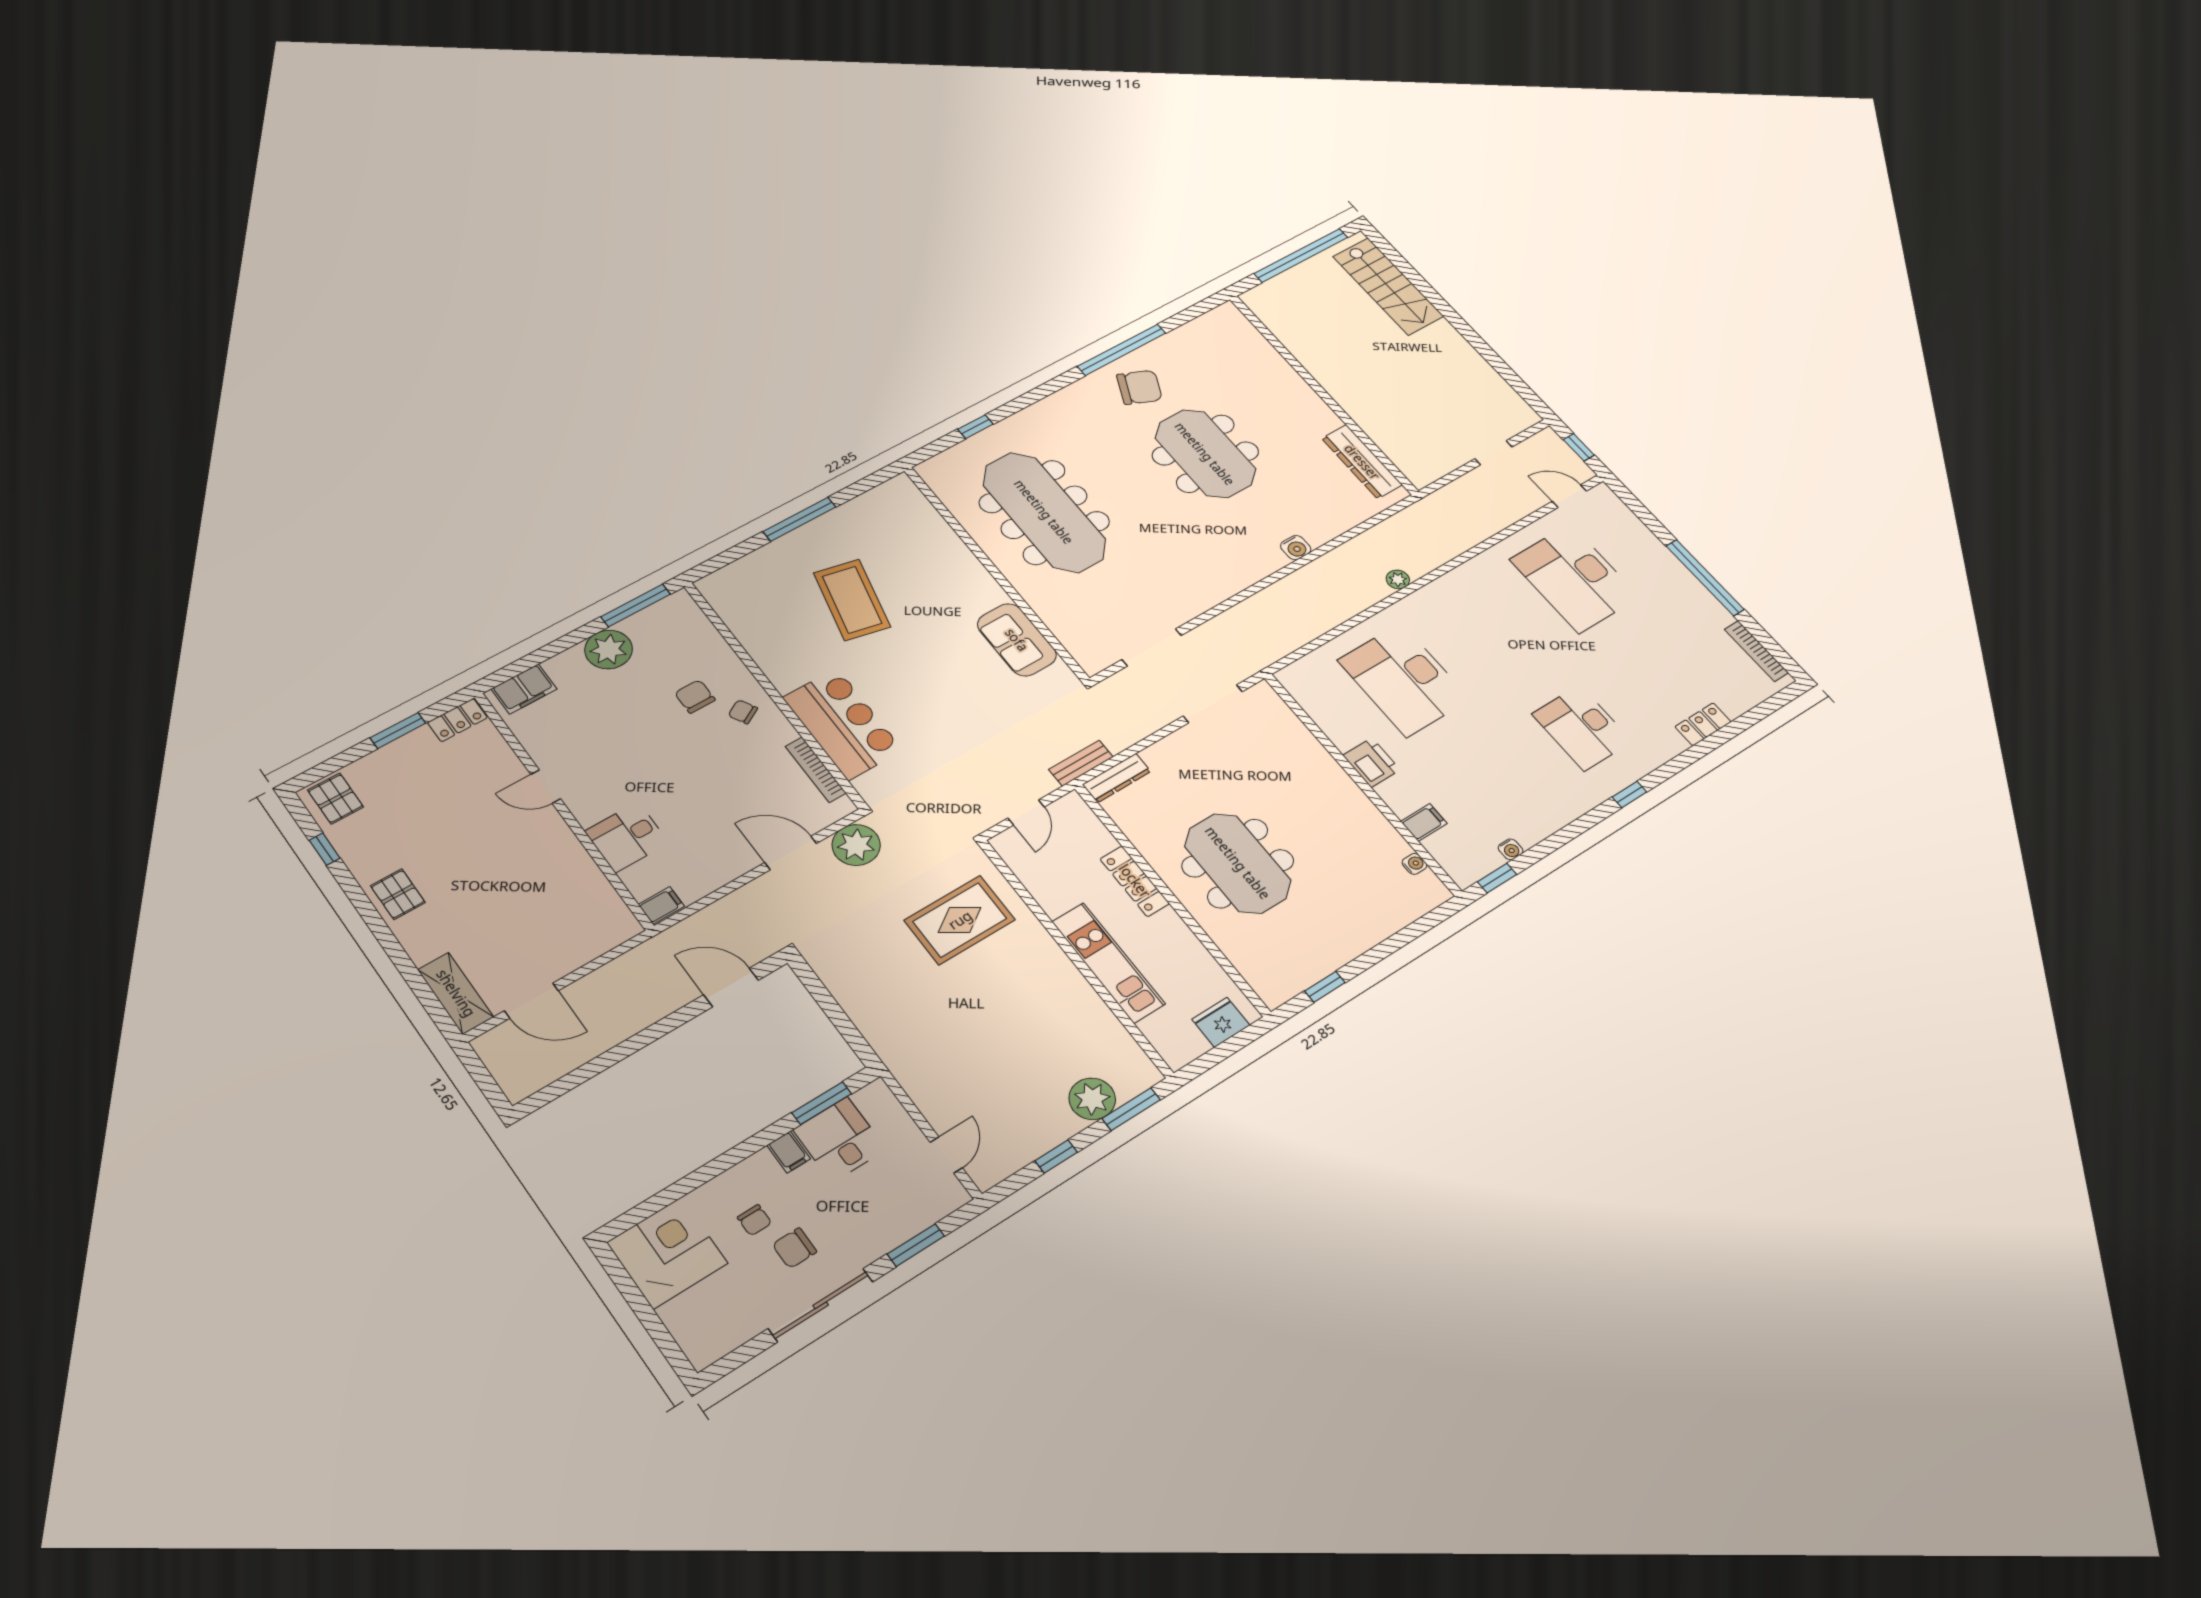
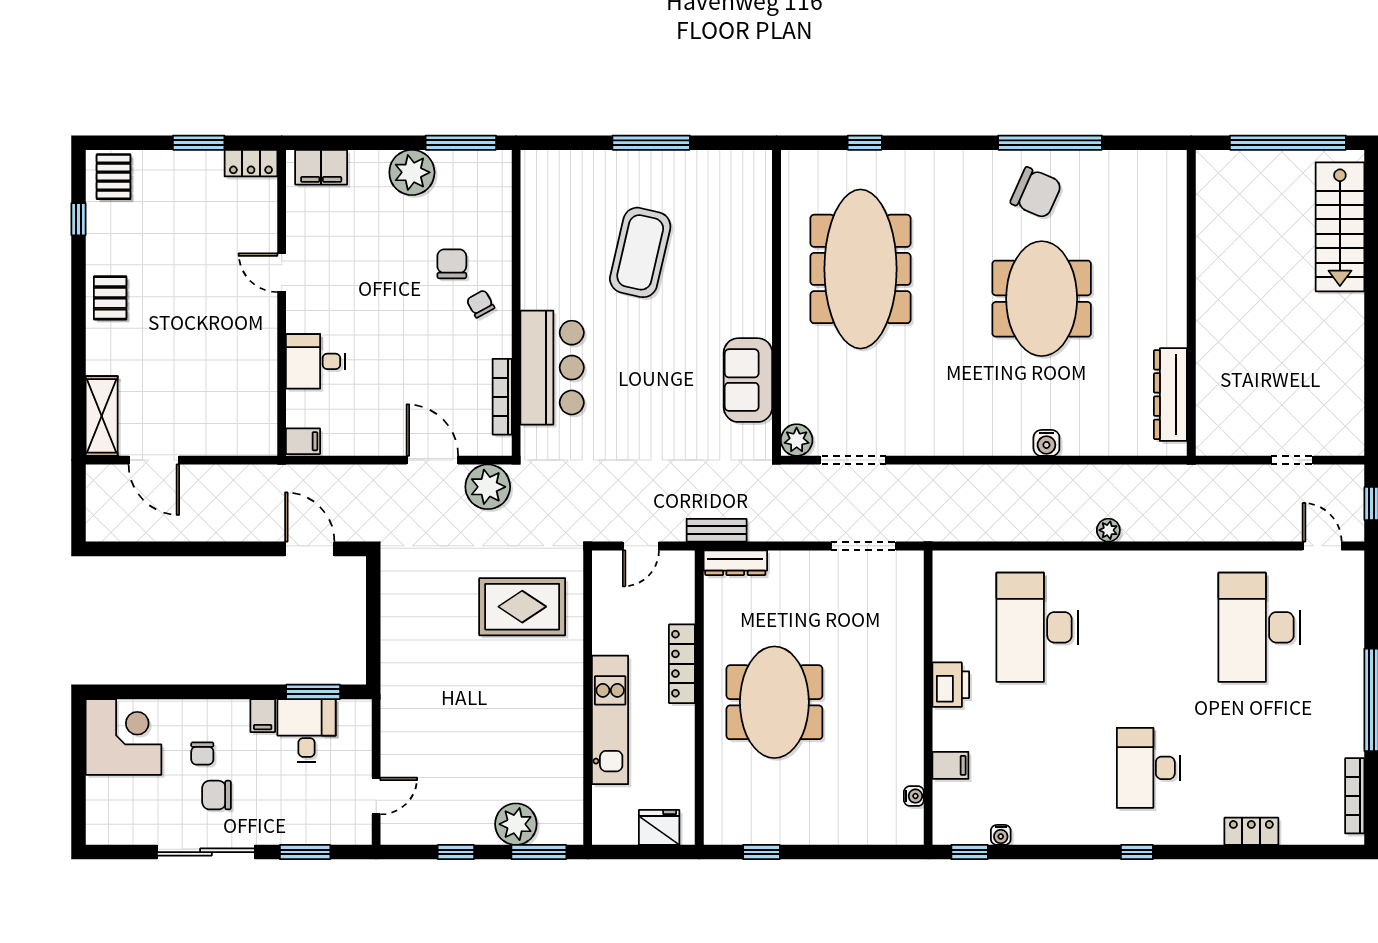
plant: (1093, 659) -> (797, 440), added

